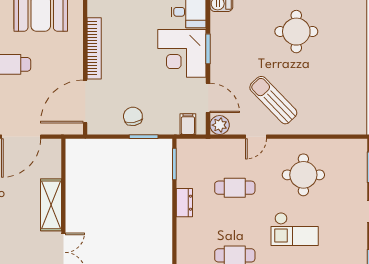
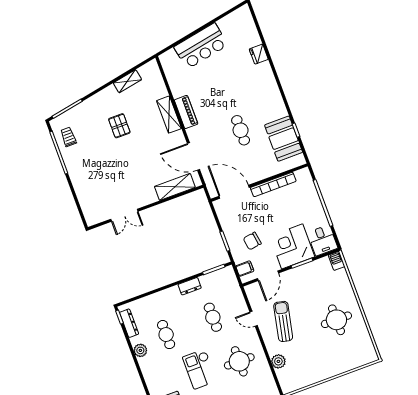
sun lounger: (273, 100) -> (283, 321), turned -34
chair: (133, 116) -> (252, 241), moved, turned 180
plant: (220, 125) -> (278, 361), moved
shelving: (51, 205) -> (175, 187), moved

